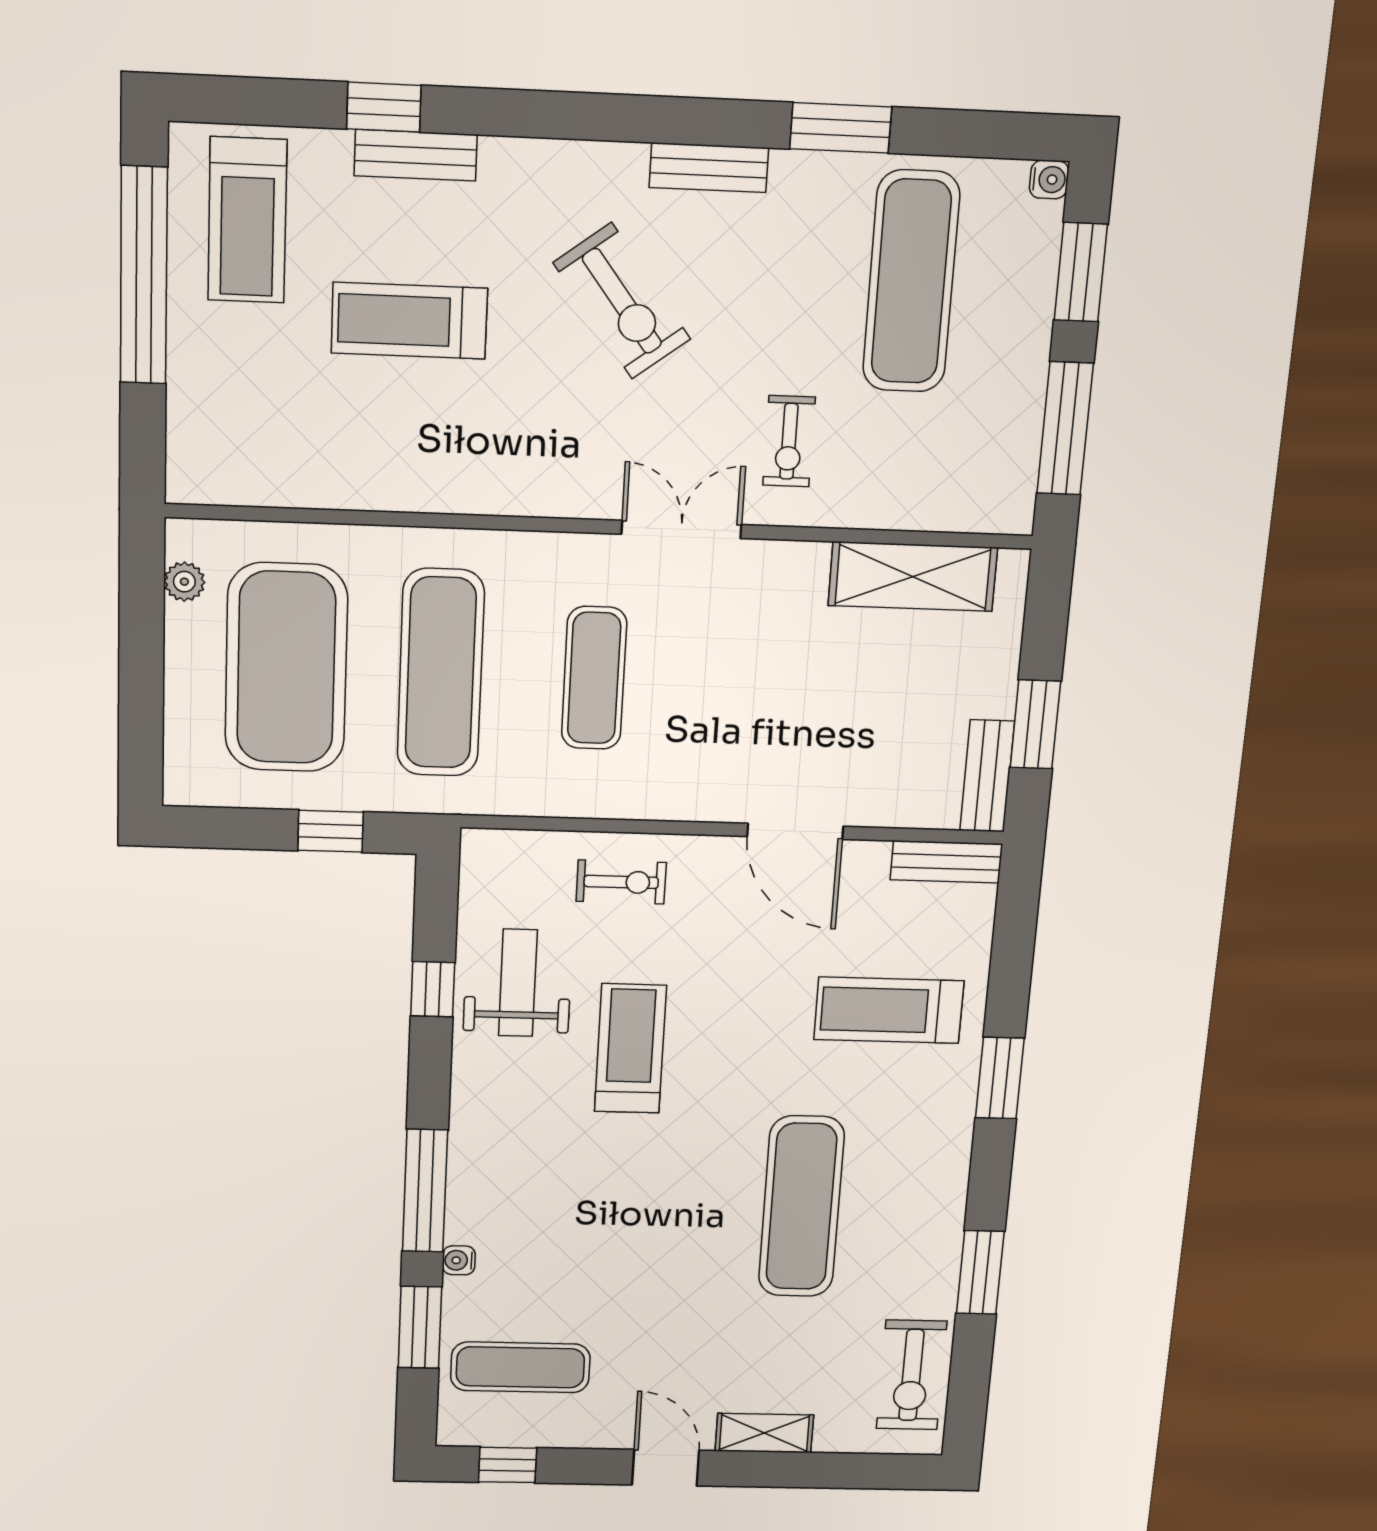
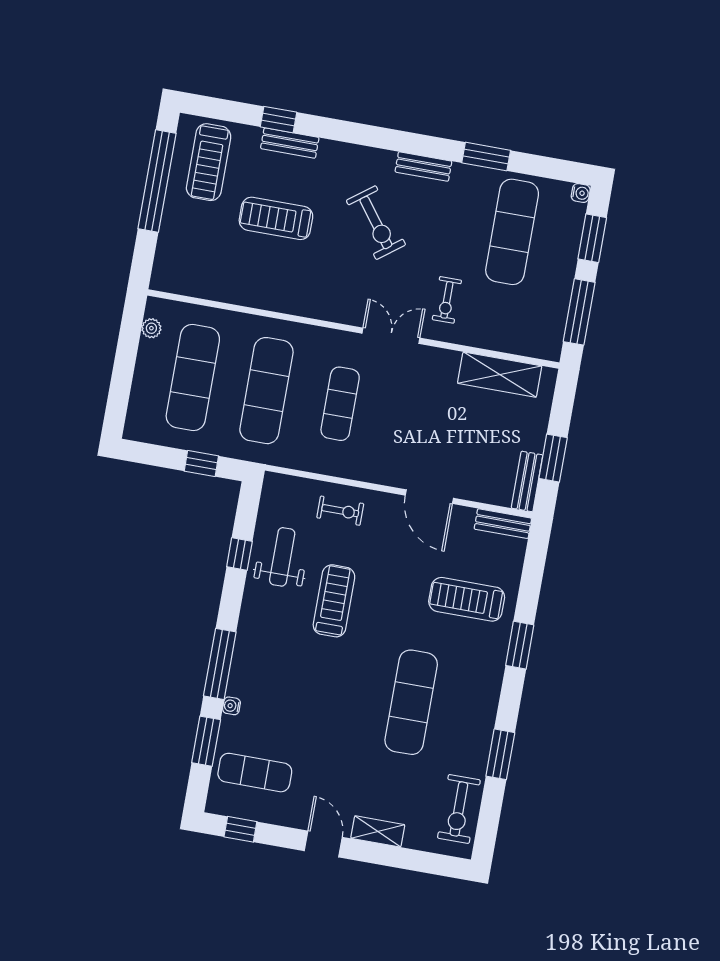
exercise mat: (286, 668) -> (193, 377), width x0.68

